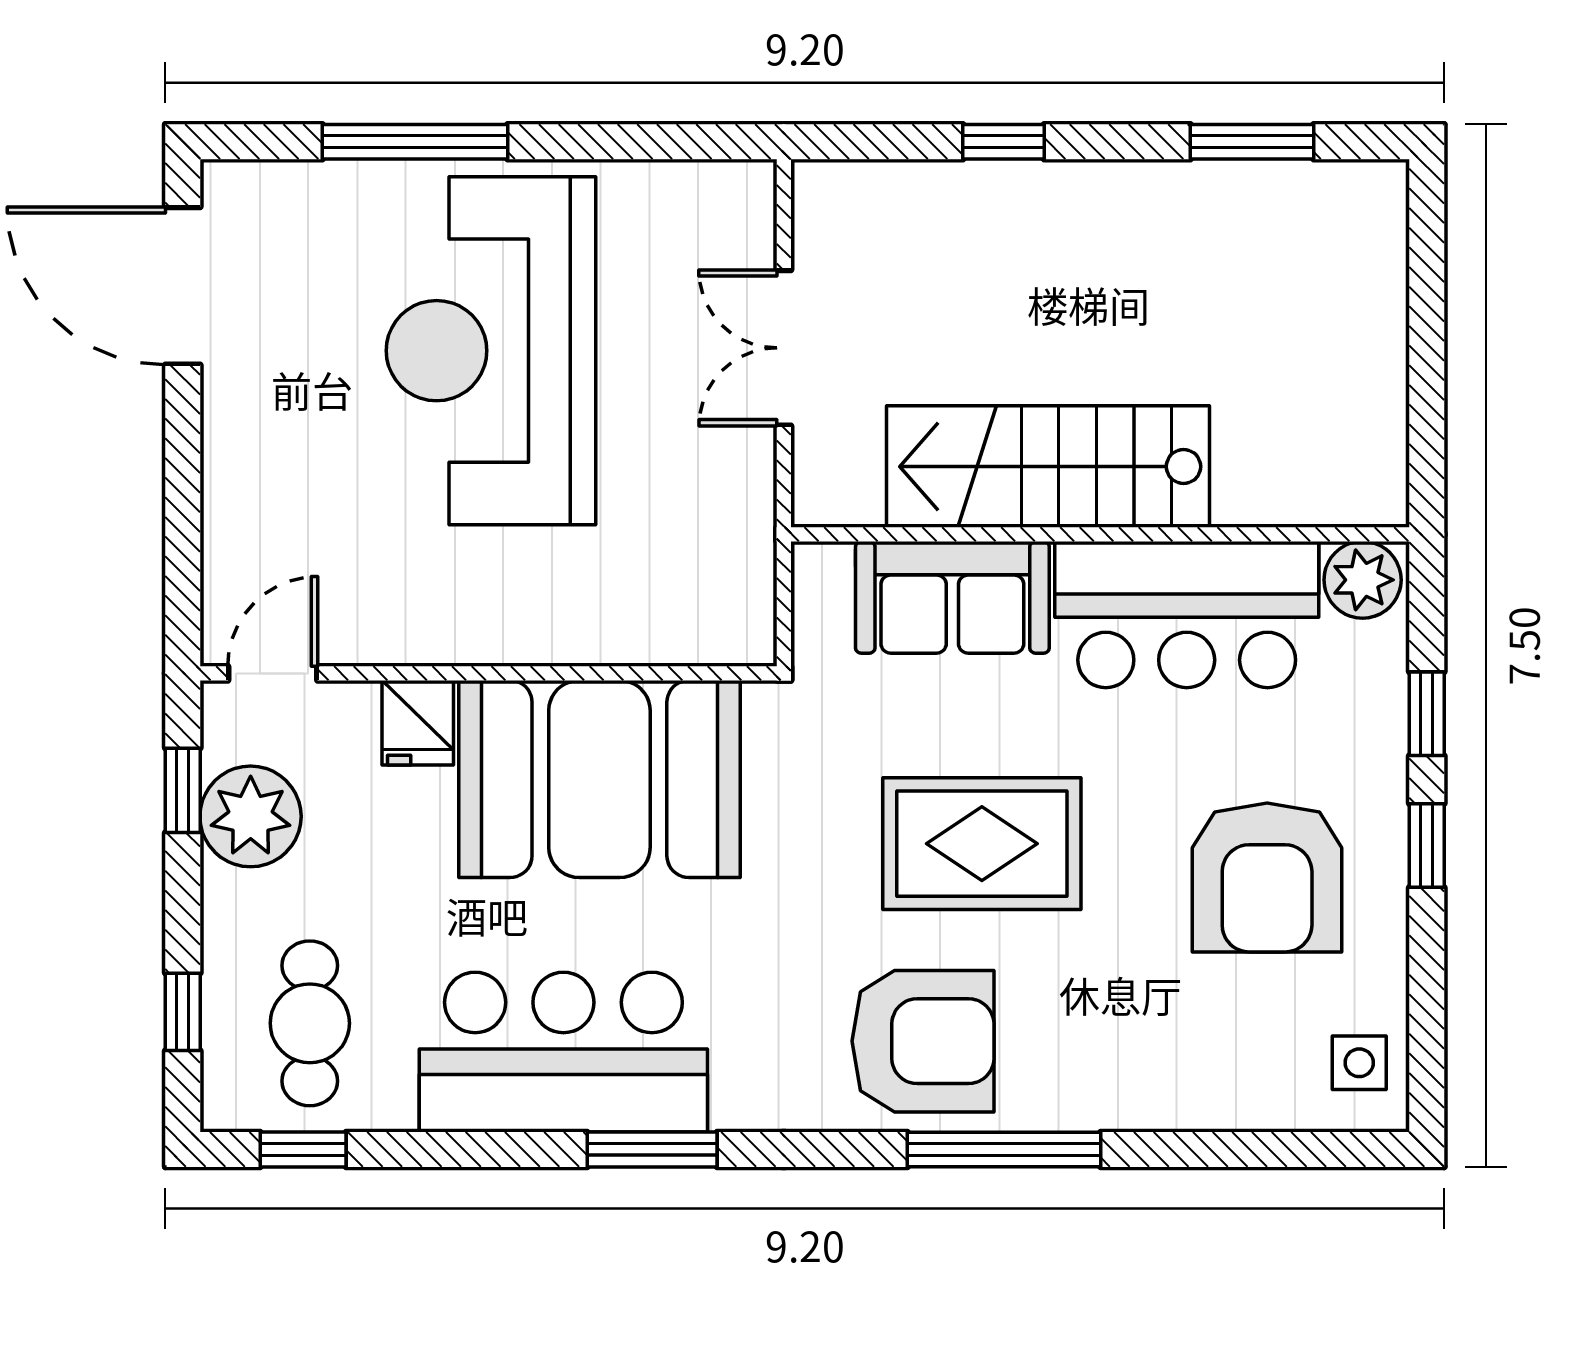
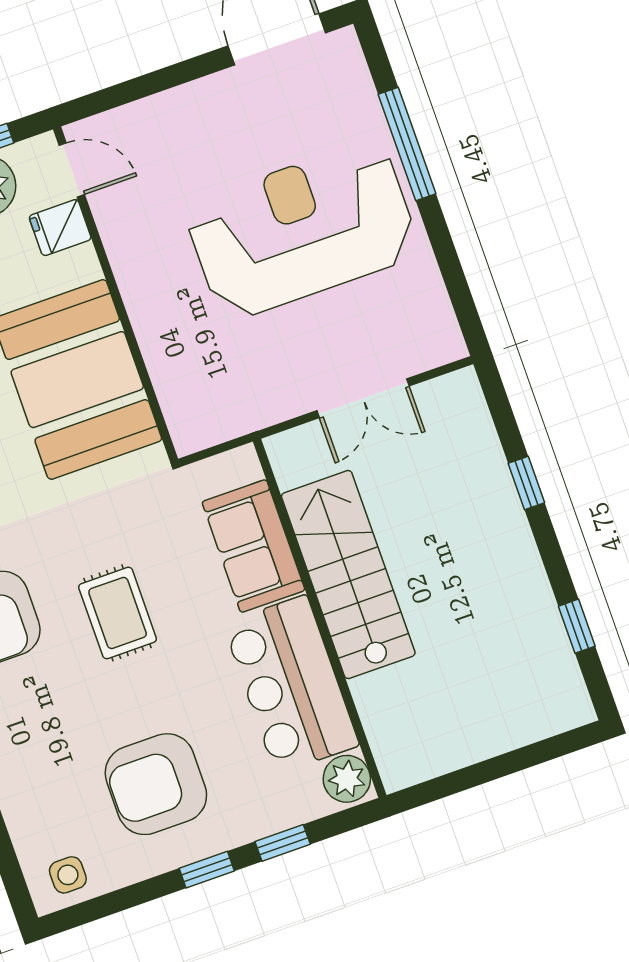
window: (1252, 142) -> (577, 626), width x0.67
double door: (784, 348) -> (363, 398), swing flipped
fridge: (418, 723) -> (60, 228), moved
rug: (982, 844) -> (118, 613), width x0.73, depth x0.70

